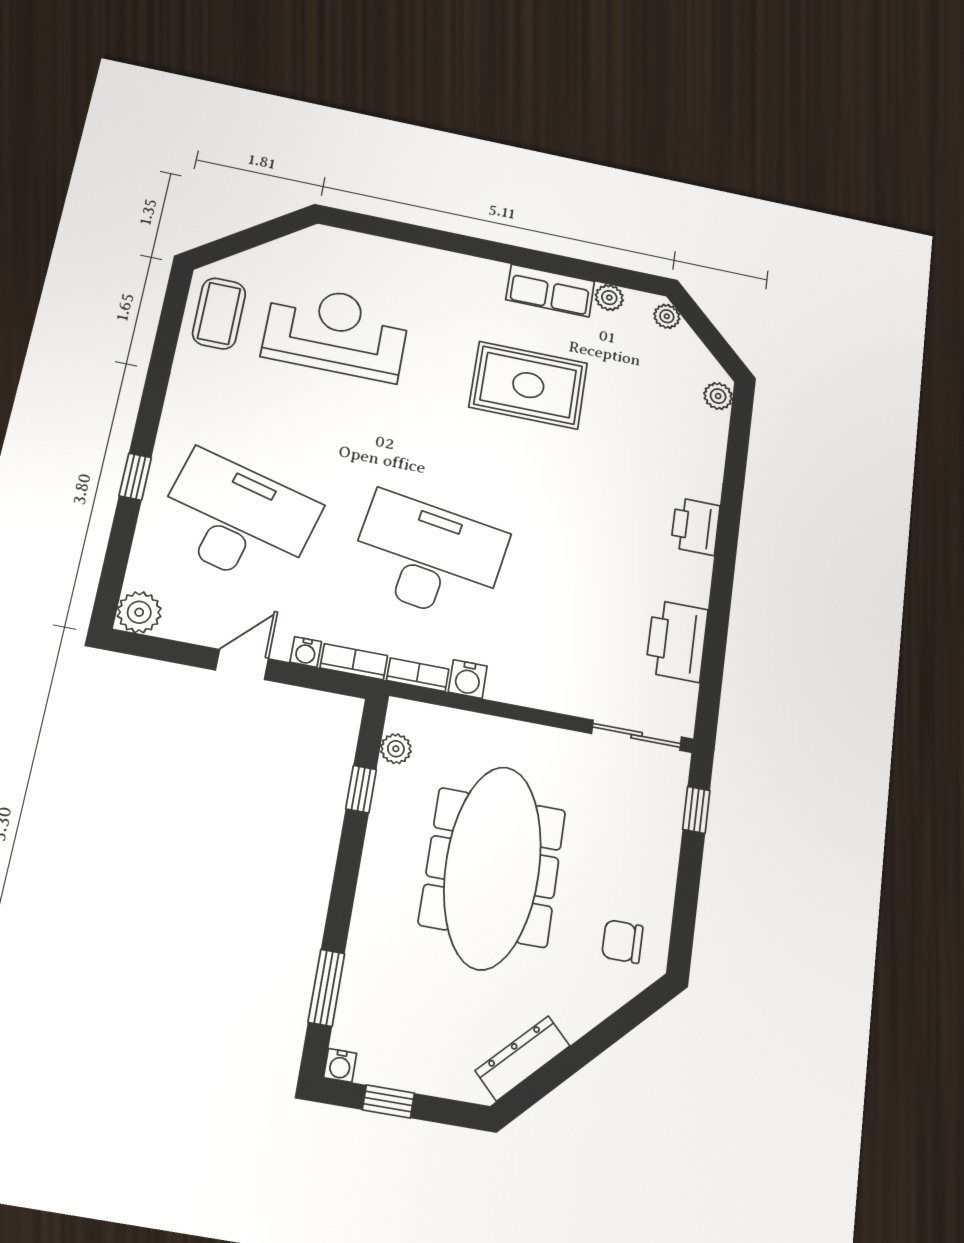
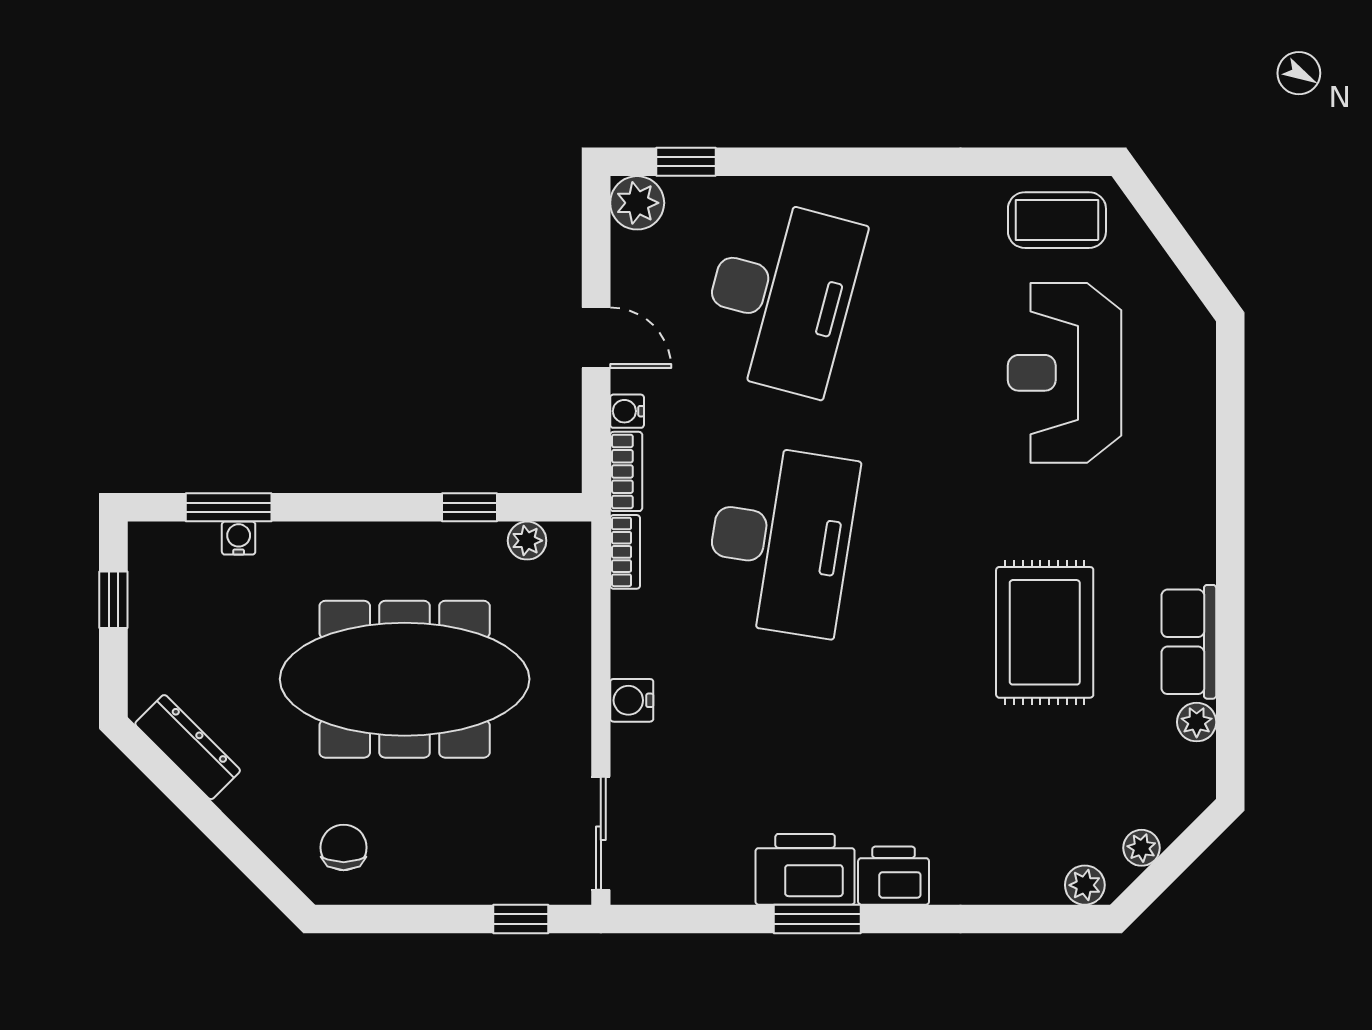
plant: (667, 316) -> (1142, 848), moved
reception desk: (336, 332) -> (1065, 373), turned 180
window: (135, 477) -> (686, 162), moved
window: (722, 587) -> (817, 919), added
printer: (677, 641) -> (805, 869), moved
water cooler: (468, 679) -> (632, 700), moved
water cooler: (340, 1065) -> (239, 538), moved, turned 90

